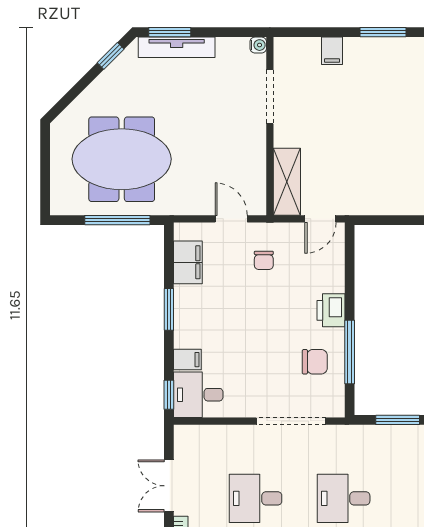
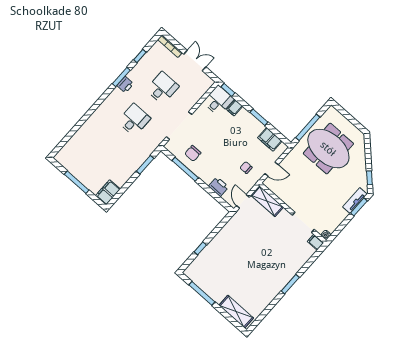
tv unit: (177, 47) -> (355, 200), width x0.71
filing cabinet: (332, 51) -> (316, 242), moved
meeting table: (122, 159) -> (328, 149), turned 90
printer: (331, 310) -> (219, 187), moved

